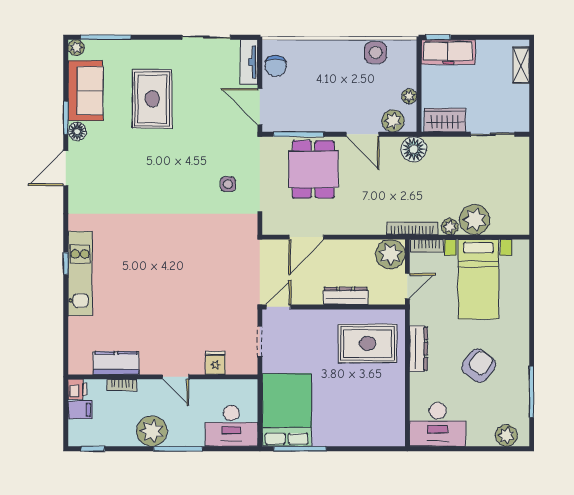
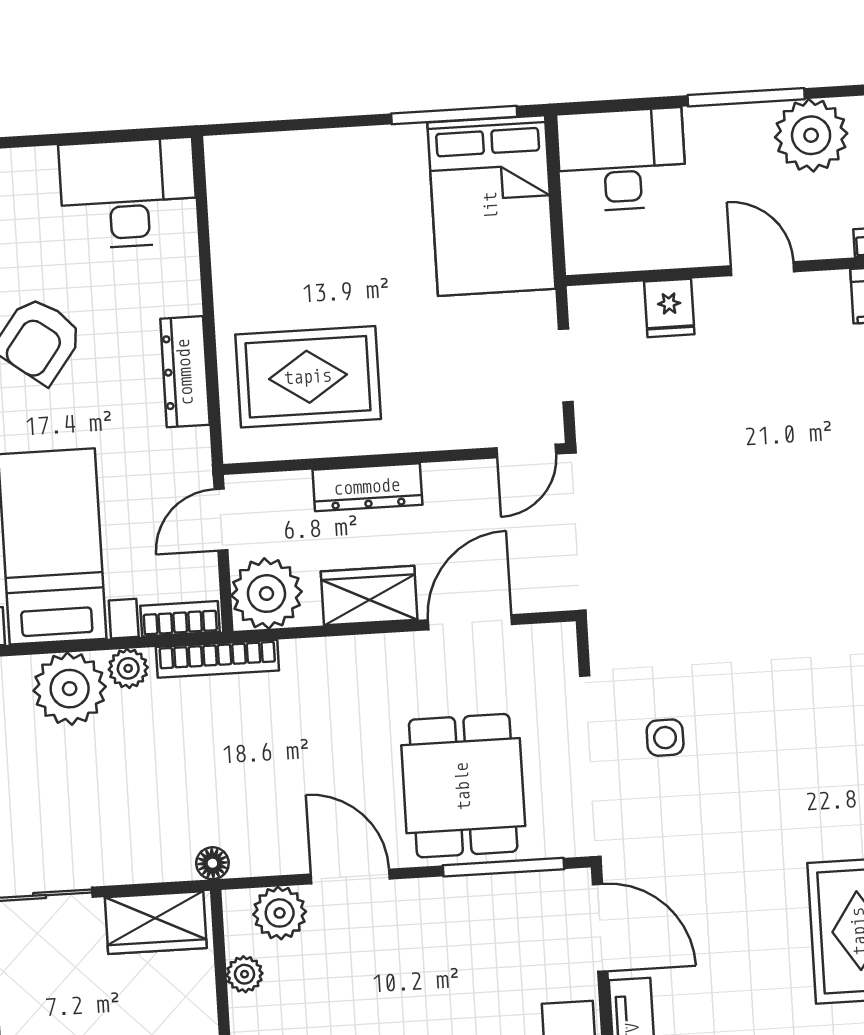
floor lamp: (414, 149) -> (212, 863), width x0.53, depth x0.53
wardrobe: (348, 251) -> (369, 596), added

